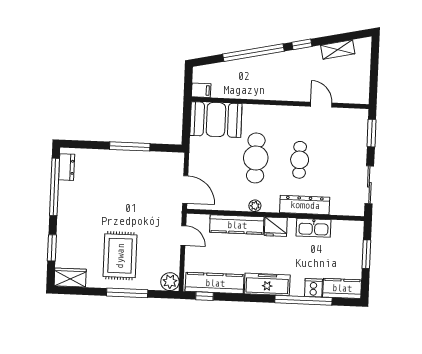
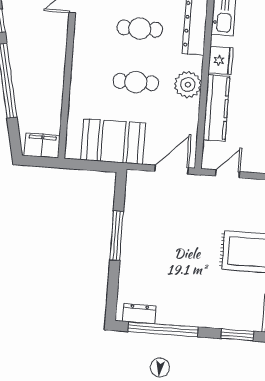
filing cabinet: (201, 90) -> (42, 145), width x2.00
booth: (216, 120) -> (113, 141), moved, turned 90
cafe table: (256, 158) -> (136, 82), width x0.73, depth x0.74
plant: (255, 206) -> (188, 85), width x1.88, depth x1.88

